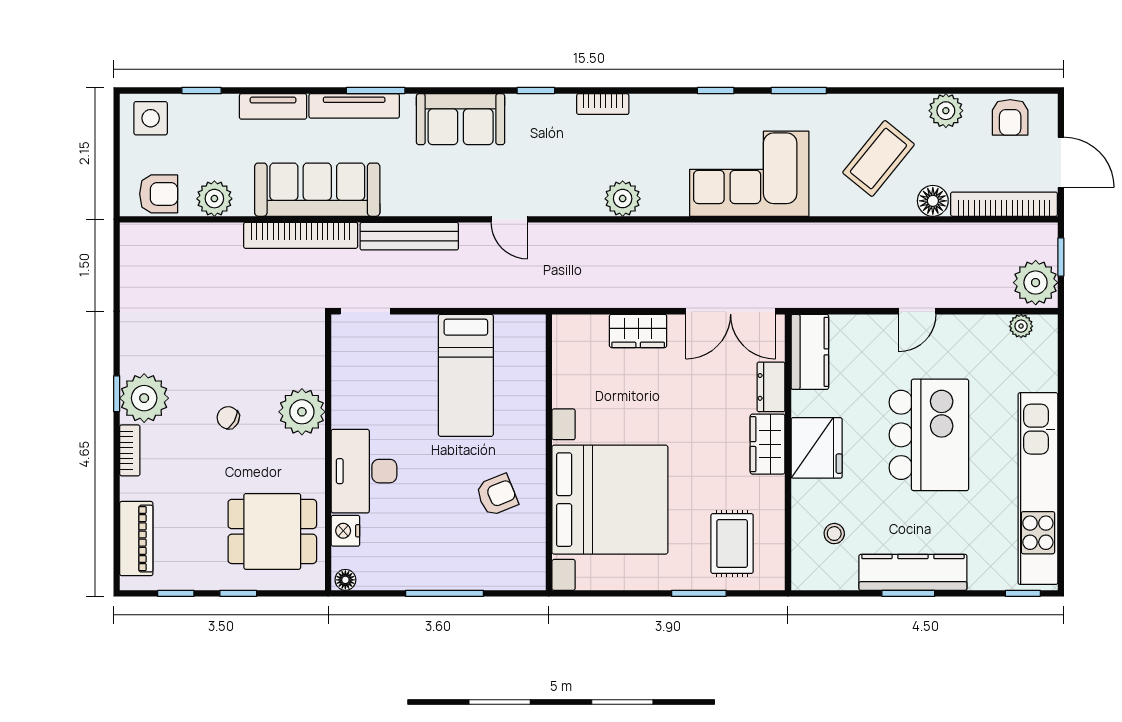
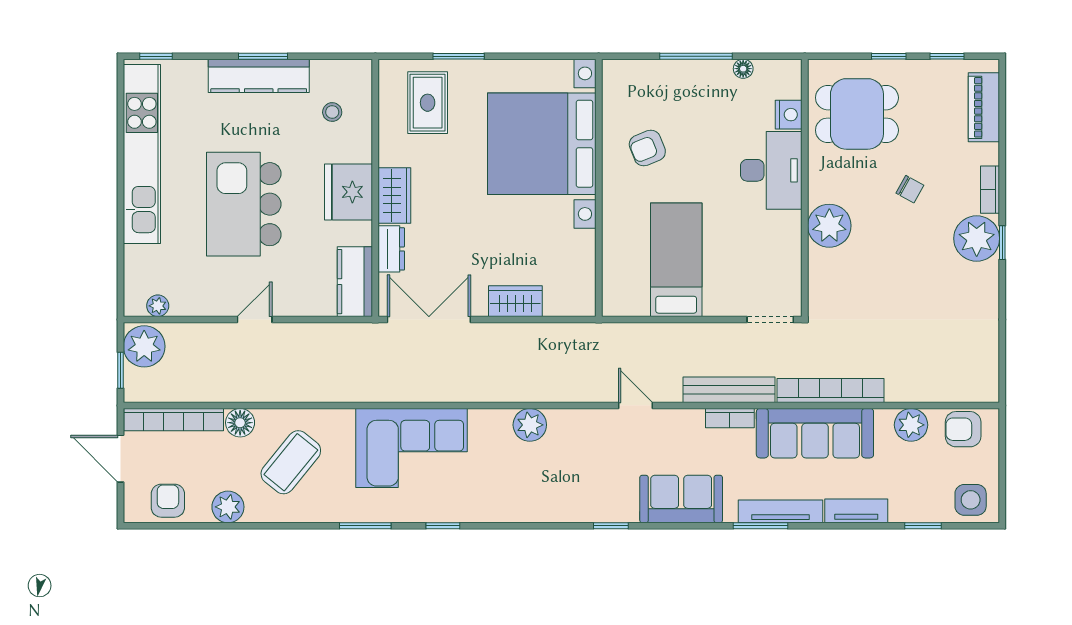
bookcase: (603, 104) -> (730, 418), moved, turned 180
chair: (228, 418) -> (910, 189), moved
floor lamp: (345, 580) -> (743, 69), moved

